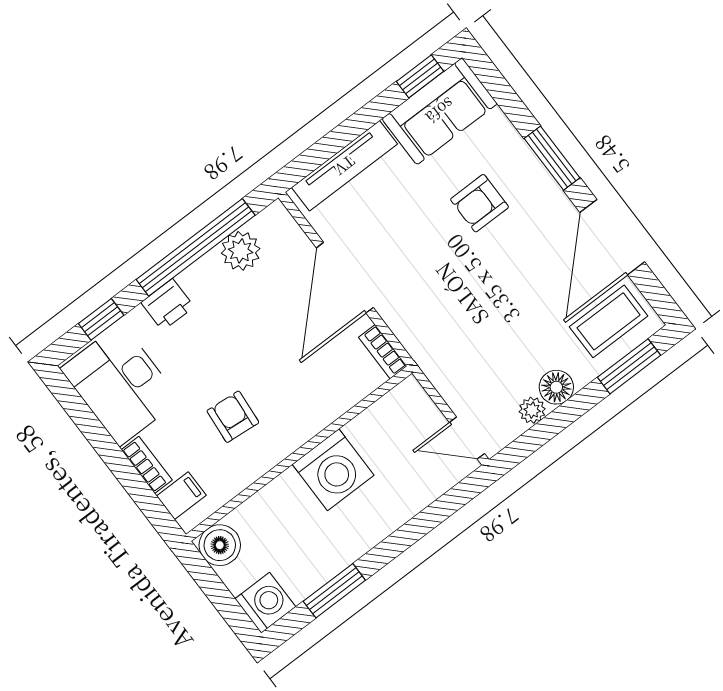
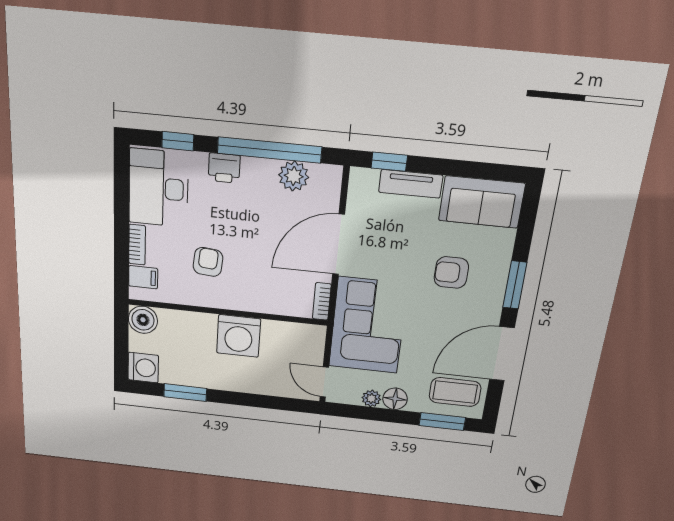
window: (420, 76) -> (389, 162), moved
tv unit: (345, 166) -> (411, 184), width x0.71
corner sofa: (452, 334) -> (368, 325), added

